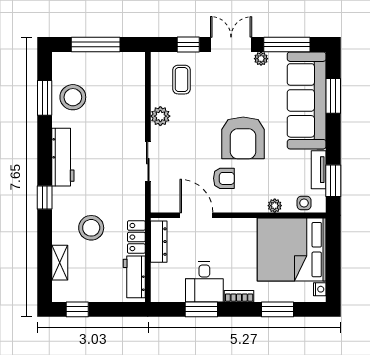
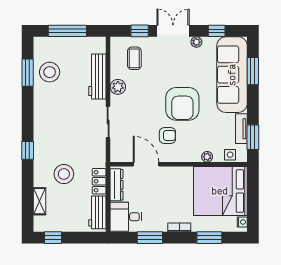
window: (287, 44) -> (217, 31), width x0.46
workbench: (63, 157) -> (97, 77), moved, turned 180
desk: (204, 282) -> (126, 217), moved, turned 90

